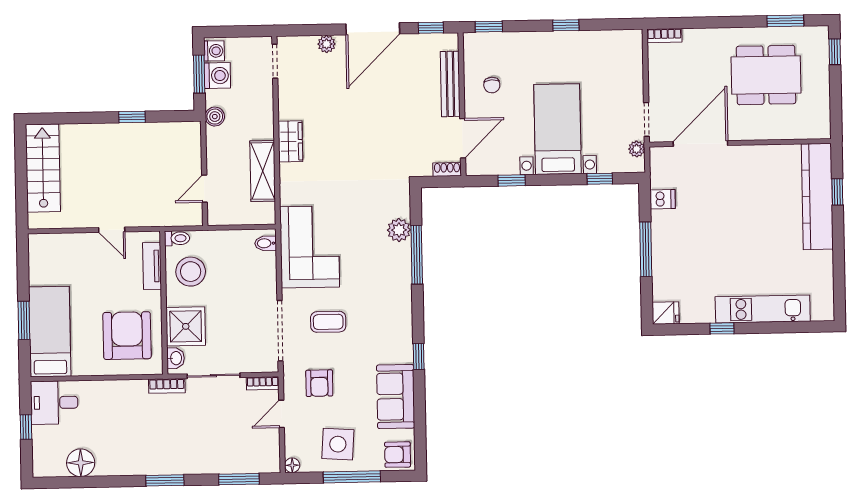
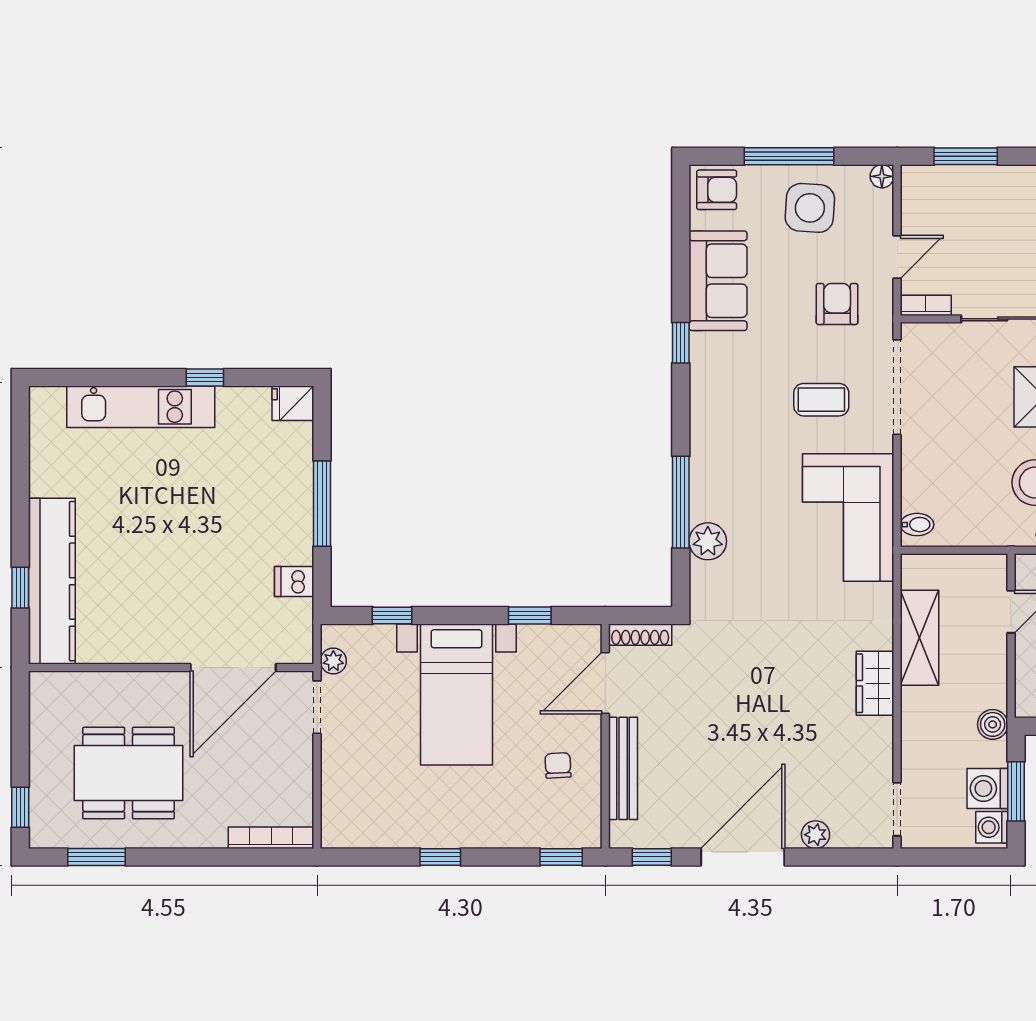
bookcase: (664, 36) -> (271, 838), width x1.56
shoe rack: (447, 169) -> (640, 635), width x1.43

